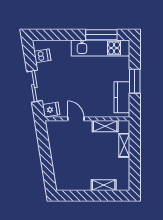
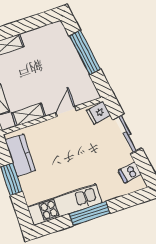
window: (101, 35) -> (89, 214), moved
door: (76, 119) -> (66, 112), swing flipped
window: (46, 159) -> (85, 53), added

